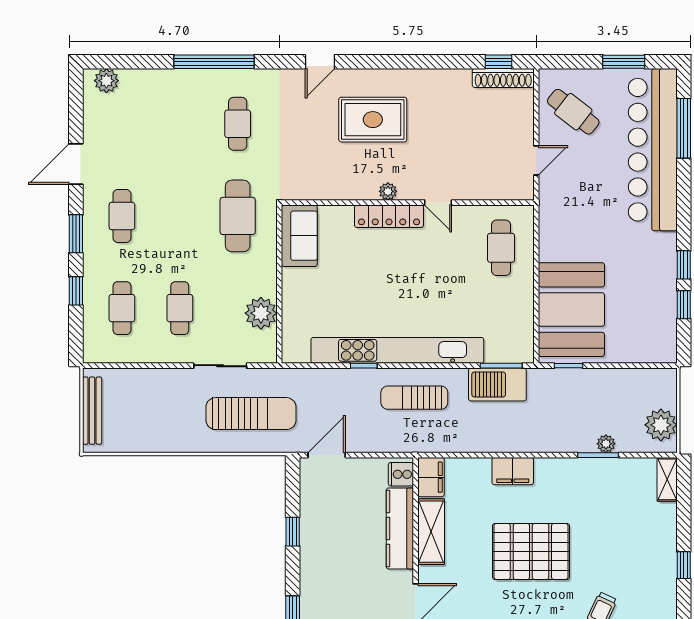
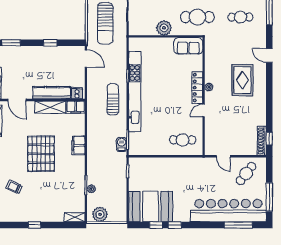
window: (624, 62) -> (269, 197), width x1.44
booth: (571, 310) -> (151, 207), moved
plant: (261, 313) -> (164, 28), moved
barbecue: (497, 385) -> (122, 144), width x0.53, depth x0.65

